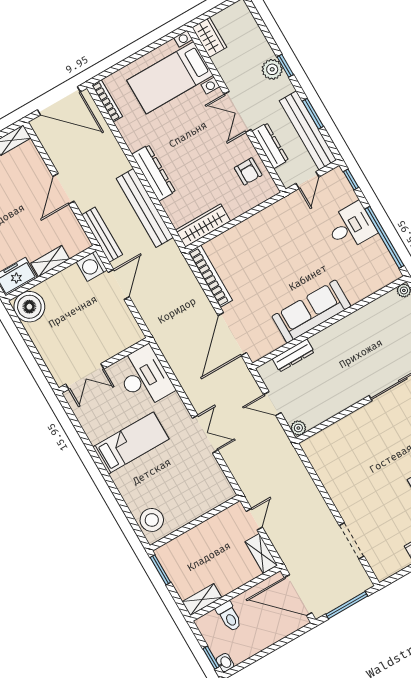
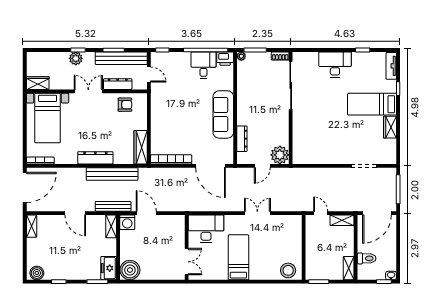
double door: (238, 112) -> (88, 91), swing flipped
desk: (351, 227) -> (203, 65), moved
shelving: (50, 261) -> (111, 226), moved
printer: (388, 270) -> (225, 59), added
plant: (298, 428) -> (280, 155), width x1.87, depth x1.87

